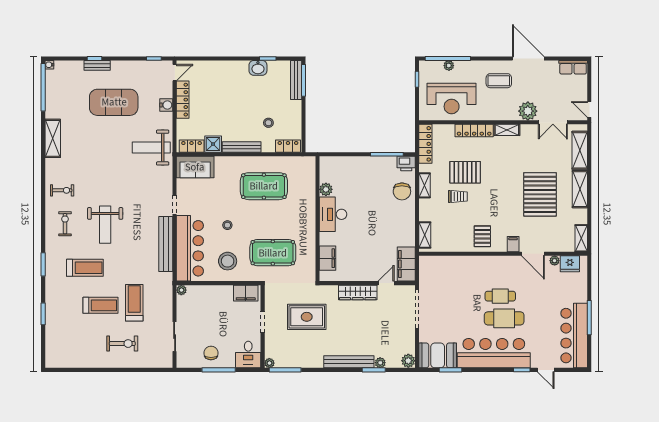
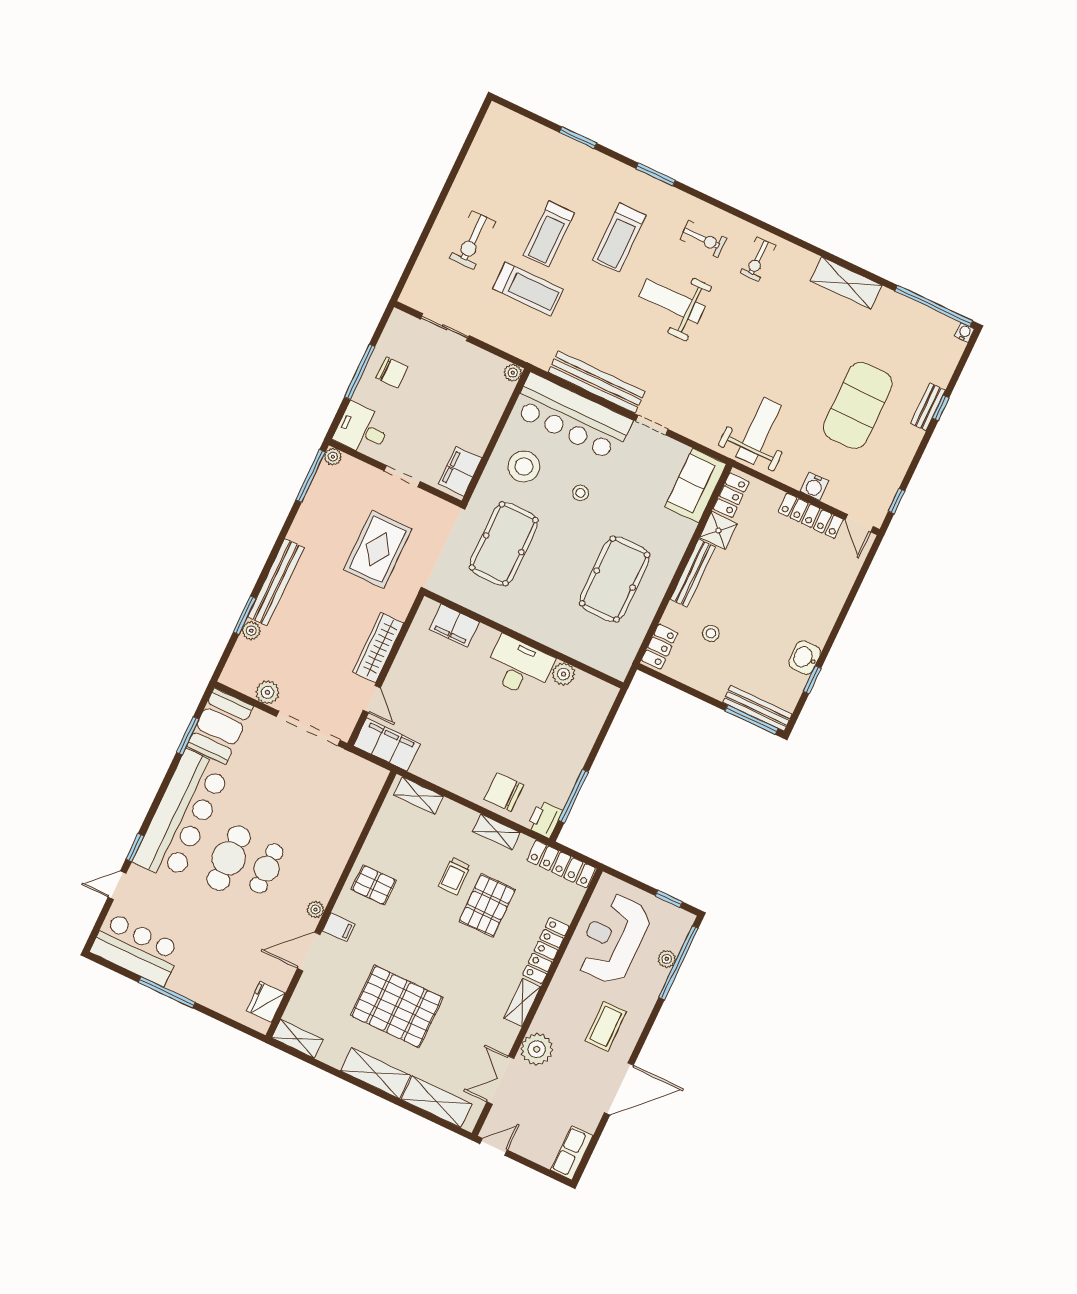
plant: (555, 261) -> (316, 910), moved
bar counter: (574, 336) -> (136, 949), width x0.73
plant: (408, 361) -> (267, 692), moved

